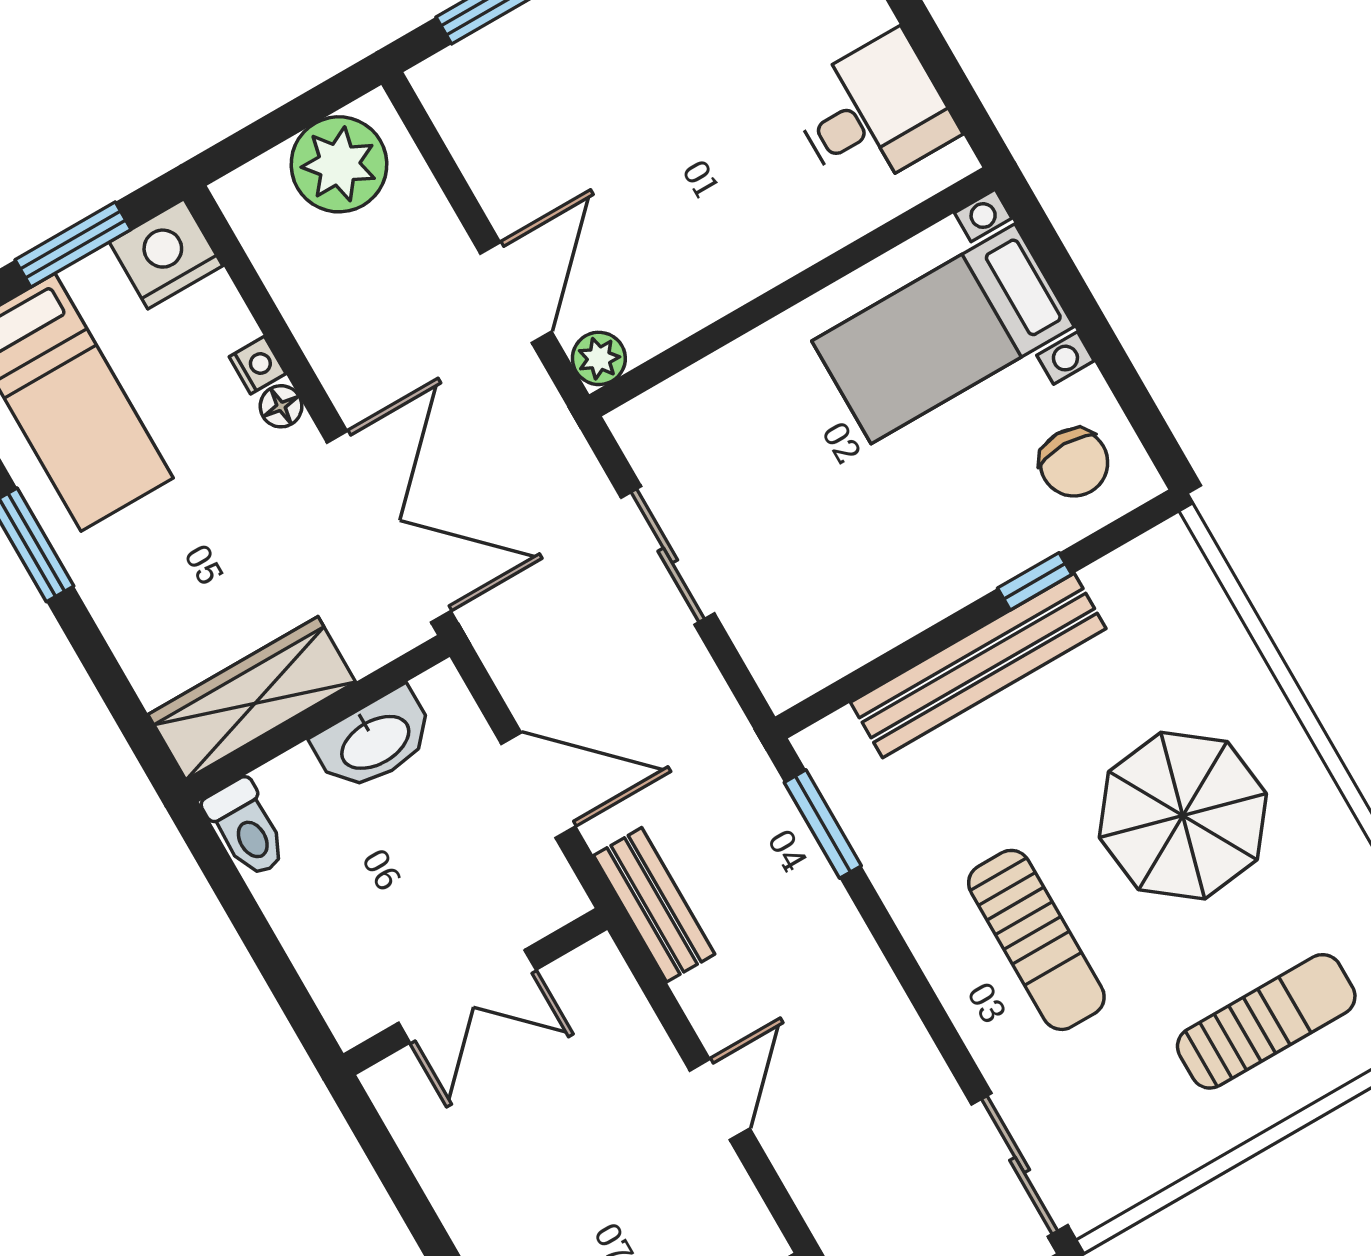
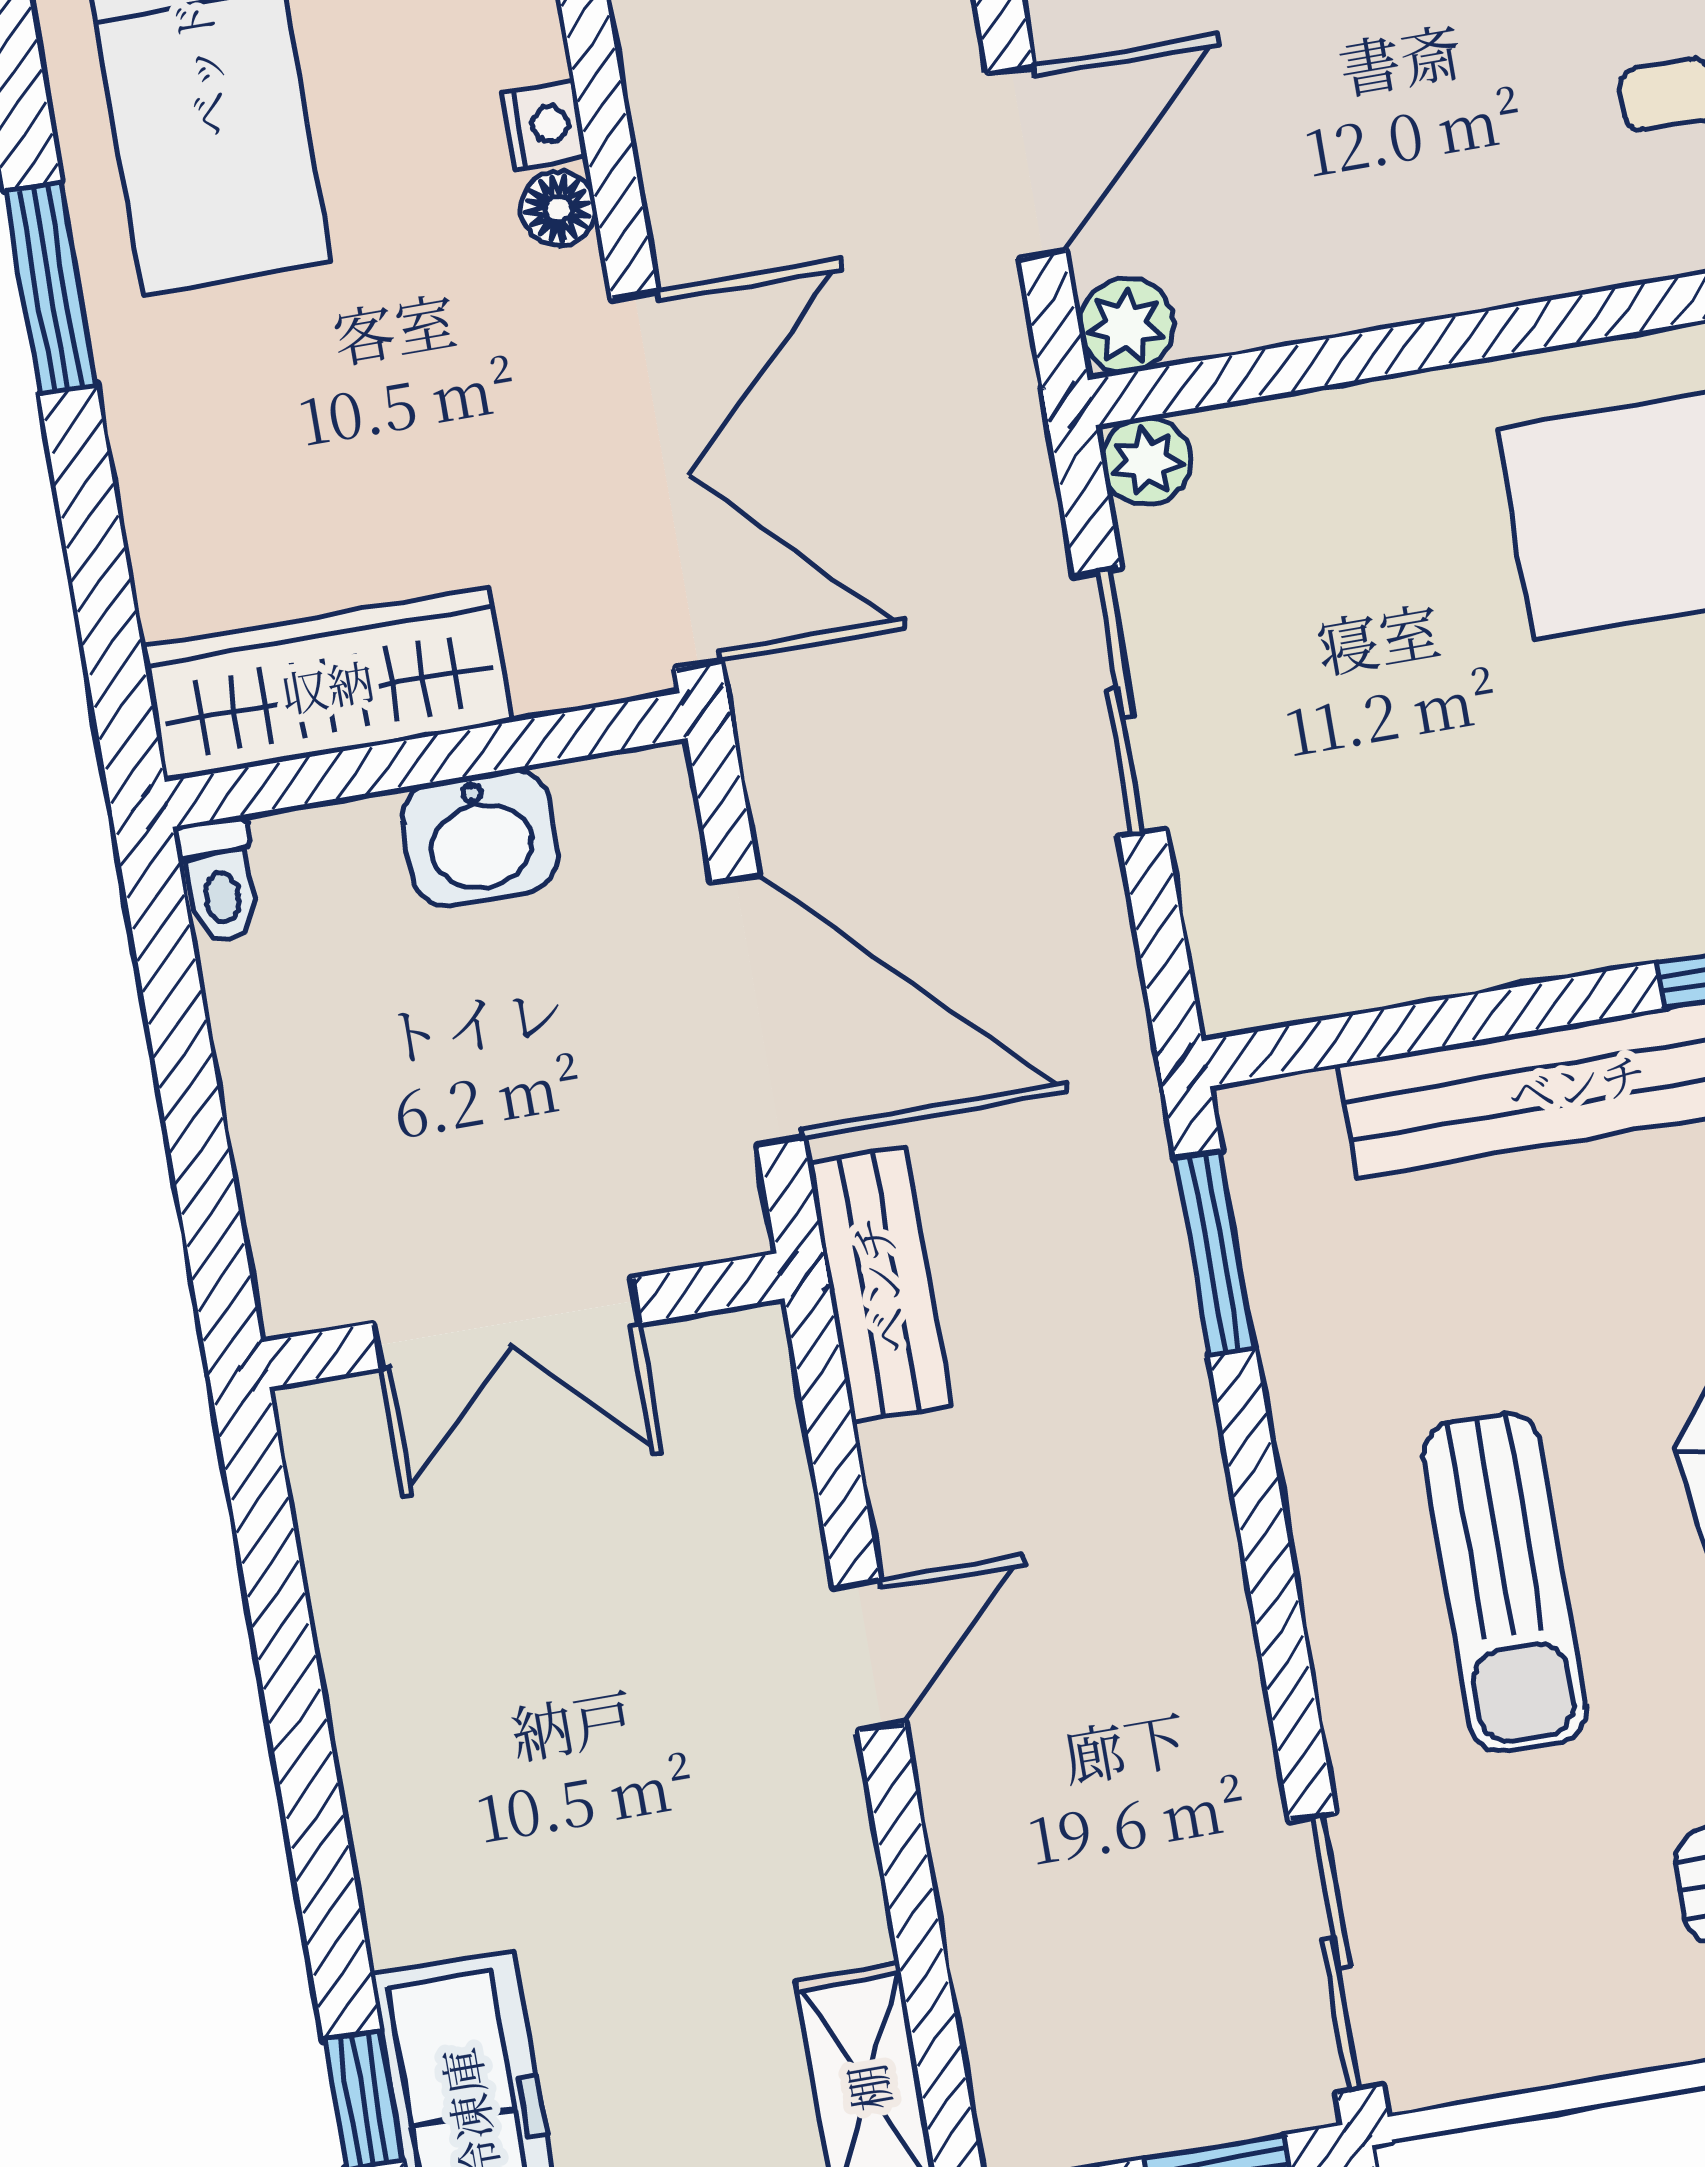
plant: (635, 425) -> (1146, 461), added
washbasin: (374, 741) -> (480, 837), width x0.72
door: (538, 785) -> (758, 1010), width x1.36
toilet: (246, 828) -> (219, 880), width x0.73, depth x0.72

